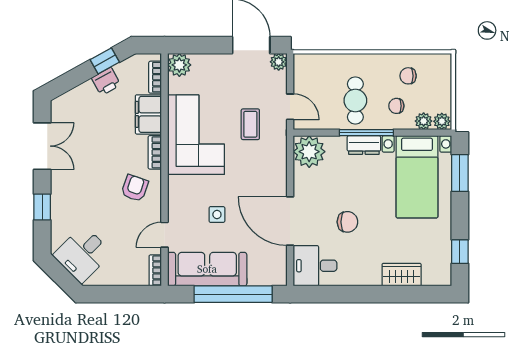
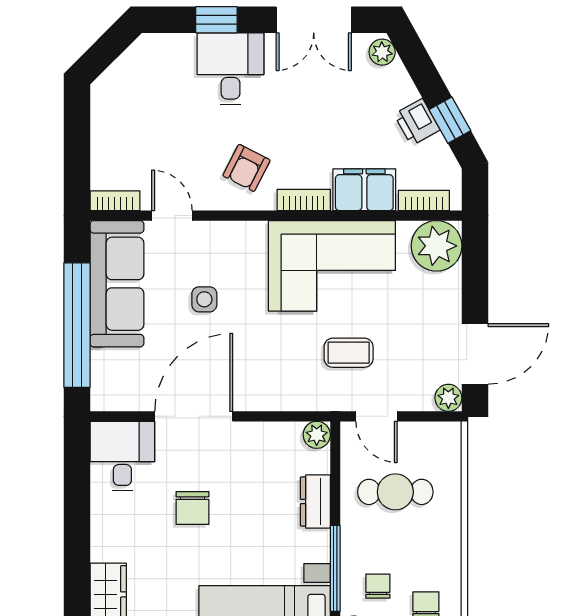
plant: (179, 65) -> (437, 246), width x1.36, depth x1.36
cafe table: (355, 100) -> (395, 492), moved
plant: (62, 103) -> (382, 52), added
door: (290, 107) -> (377, 416), hinge flipped
window: (366, 133) -> (335, 568), moved
dresser: (364, 145) -> (315, 501), moved
plant: (309, 152) -> (317, 435), width x0.53, depth x0.53
armchair: (135, 188) -> (247, 168), turned 98
desk: (82, 254) -> (231, 69), moved, turned 45

